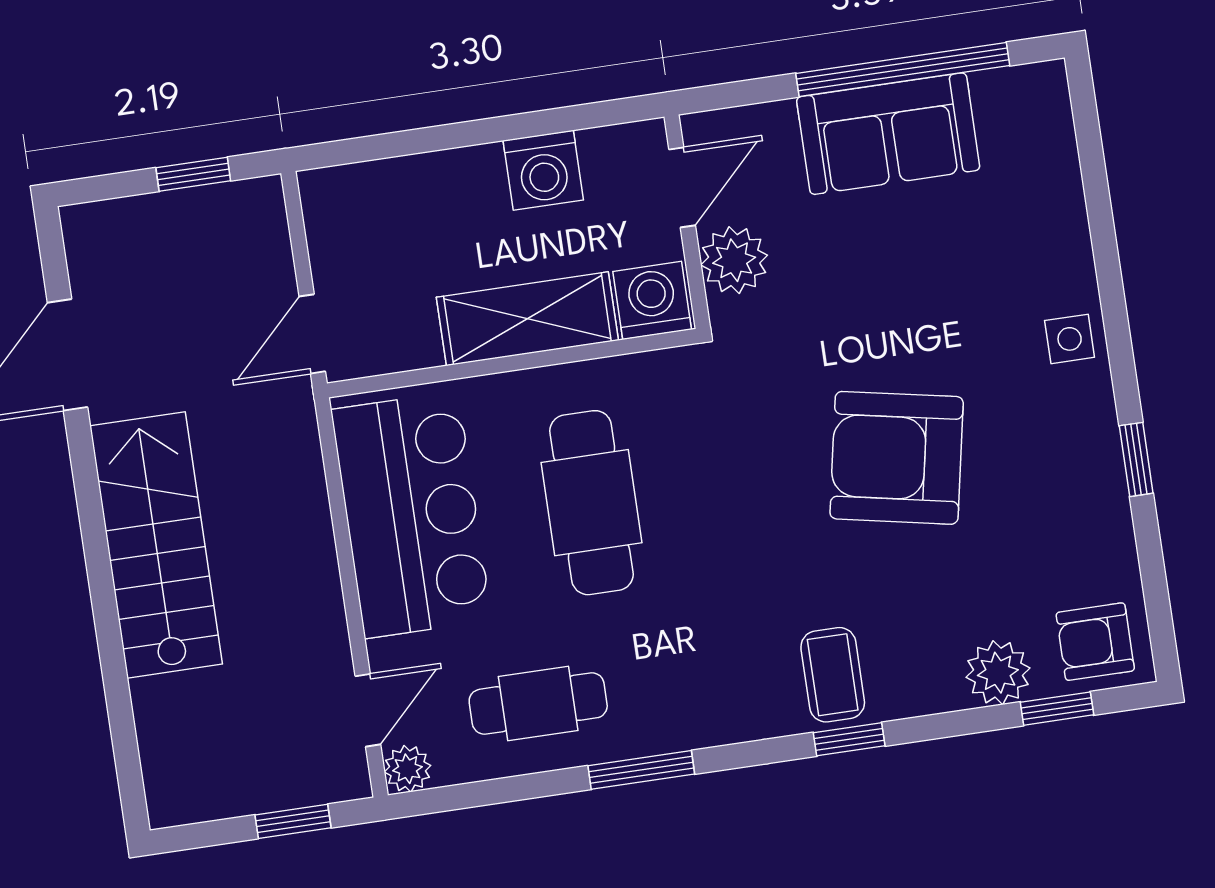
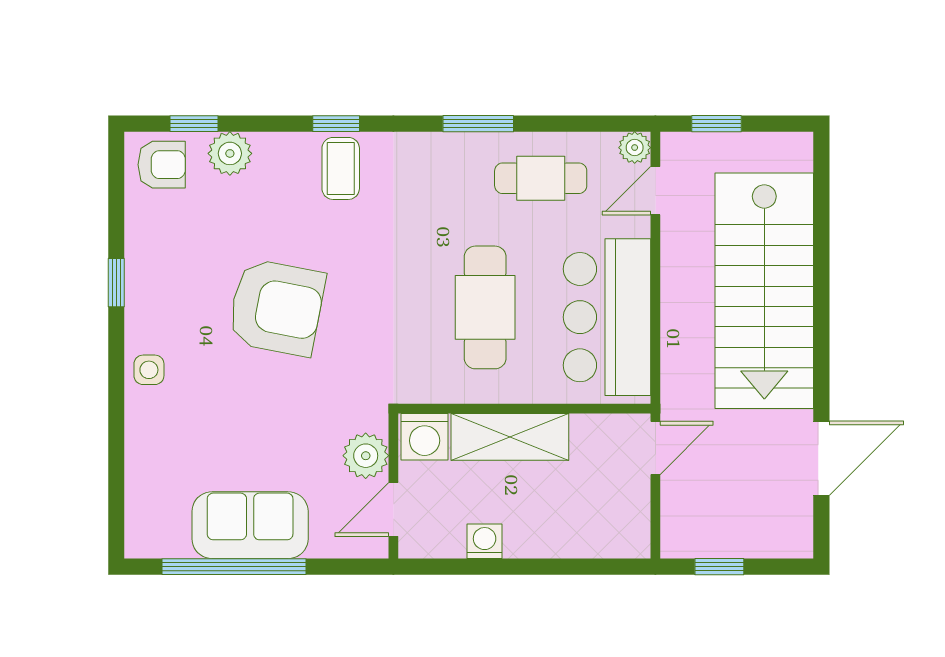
washing machine: (543, 170) -> (485, 541), width x0.73, depth x0.73
stairs: (156, 545) -> (764, 291), width x1.36, depth x1.51

